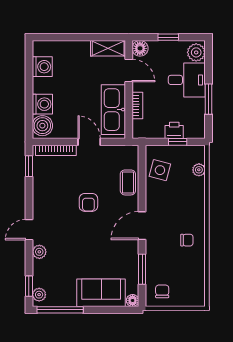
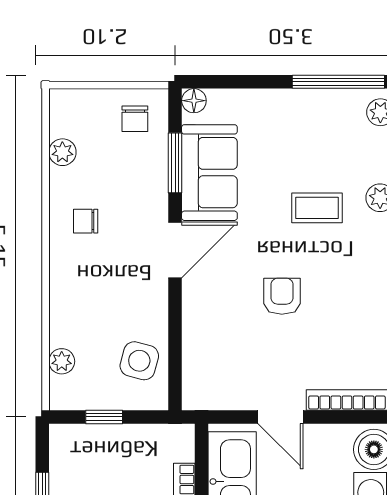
printer: (174, 130) -> (111, 440), removed
coffee table: (128, 182) -> (317, 208), moved, turned 90
plant: (198, 275) -> (62, 152), added
sofa: (101, 293) -> (209, 173), moved, turned -90

